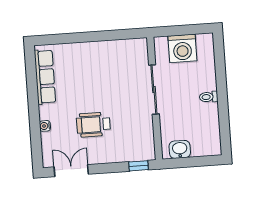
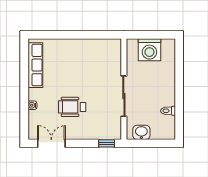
sliding door: (154, 89) -> (124, 96), moved
toilet: (209, 97) -> (168, 111), moved

